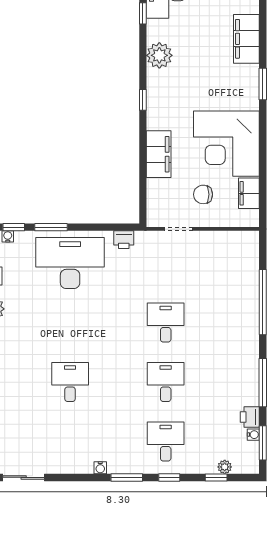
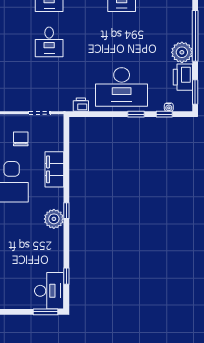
plant: (159, 55) -> (54, 219), moved
chair: (203, 194) -> (21, 139), turned -90
window: (51, 227) -> (136, 114), width x0.67

